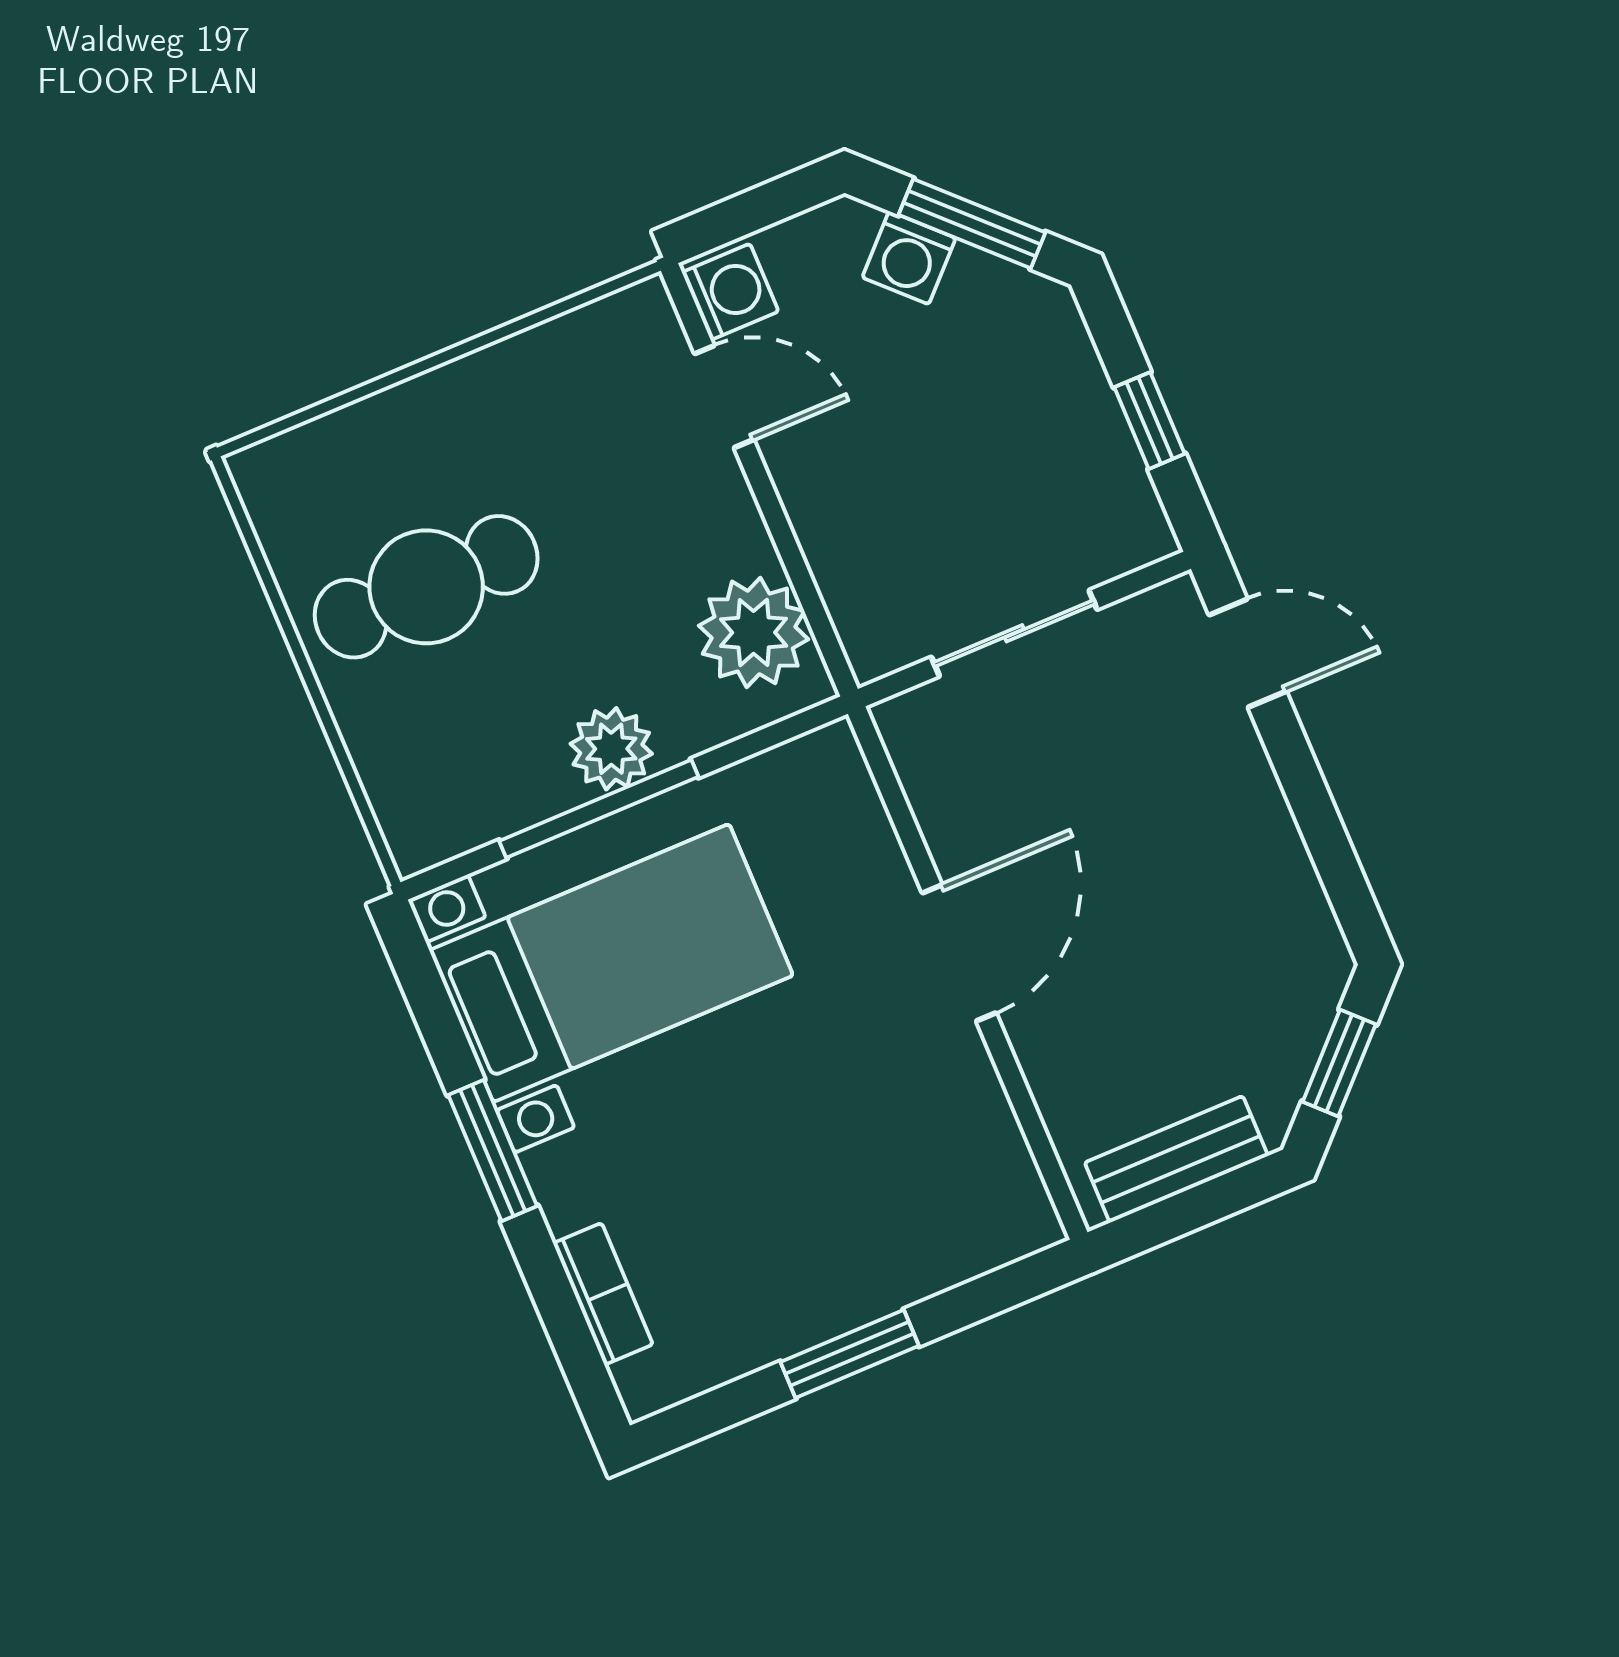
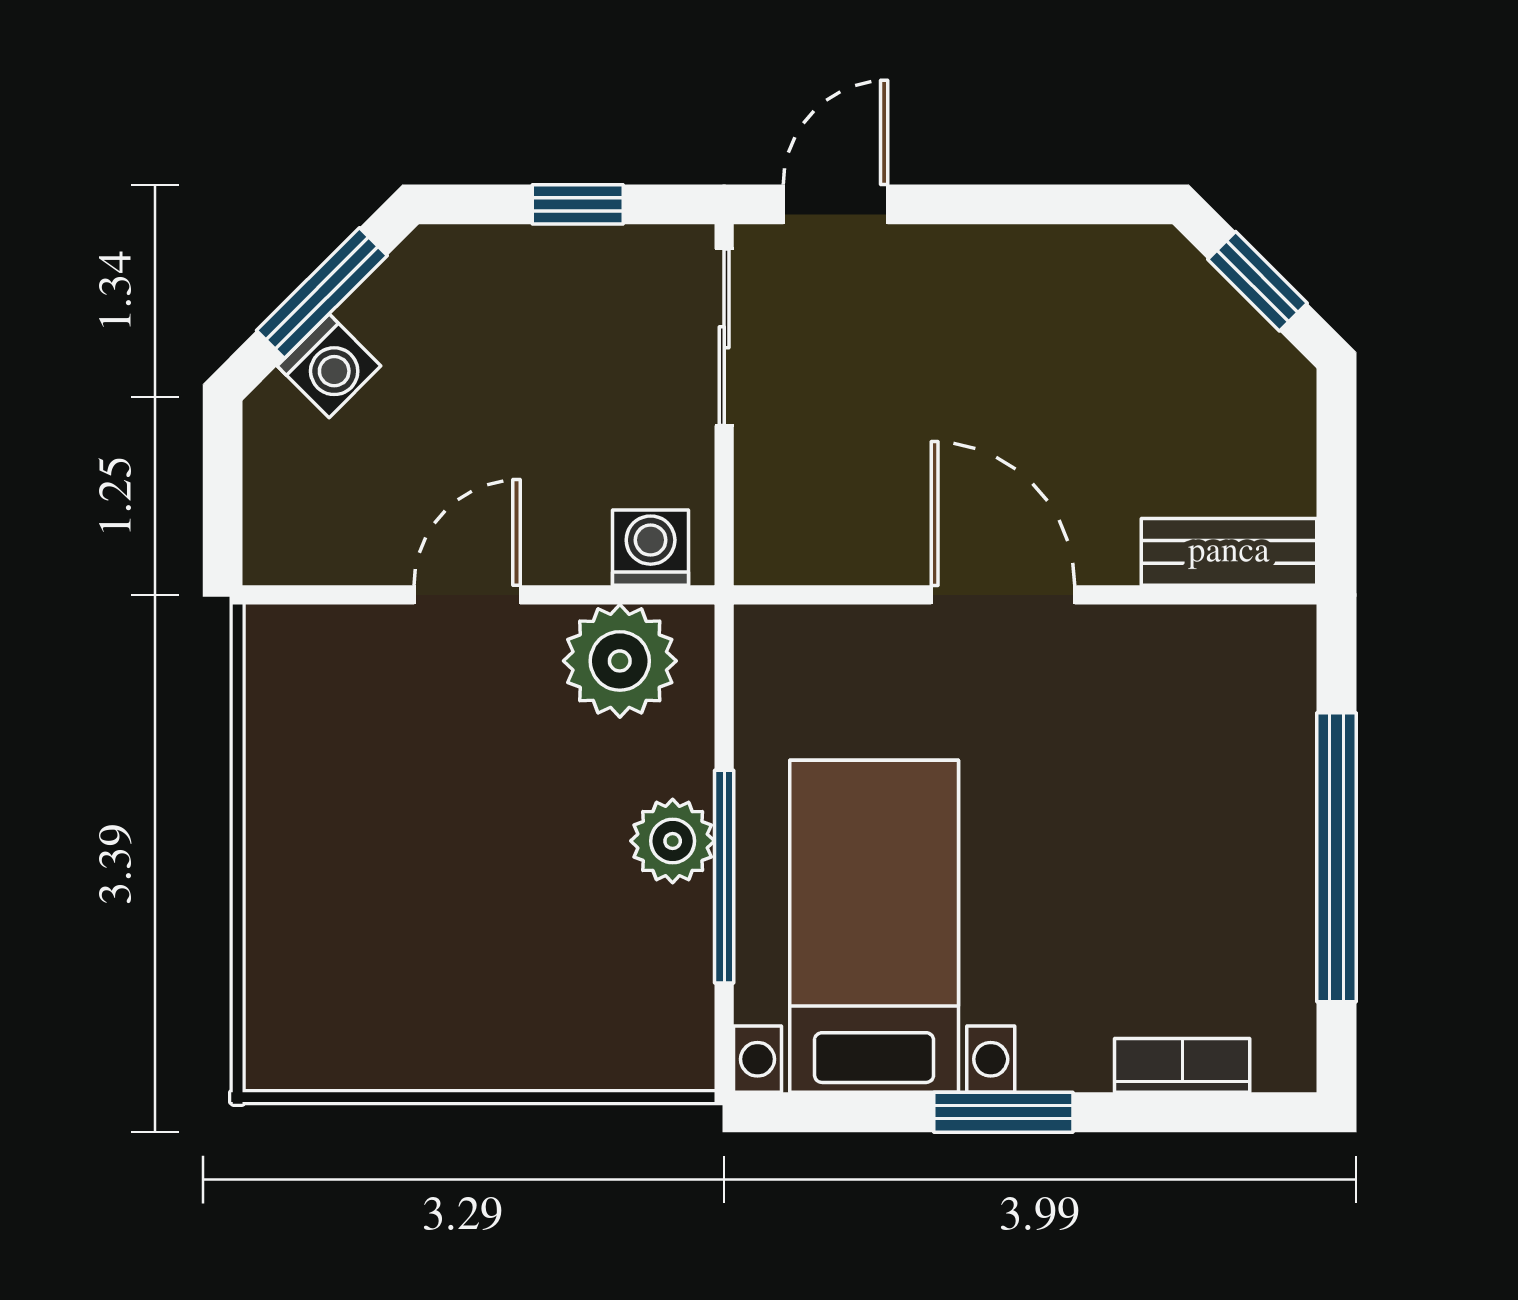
washing machine: (730, 292) -> (651, 548), moved
door: (724, 397) -> (467, 595), moved
cafe table: (426, 587) -> (447, 951), removed
sliding door: (1014, 633) -> (724, 337), moved
bench: (1176, 1159) -> (1229, 552), moved, turned 90
window: (850, 1354) -> (1337, 857), width x2.11

